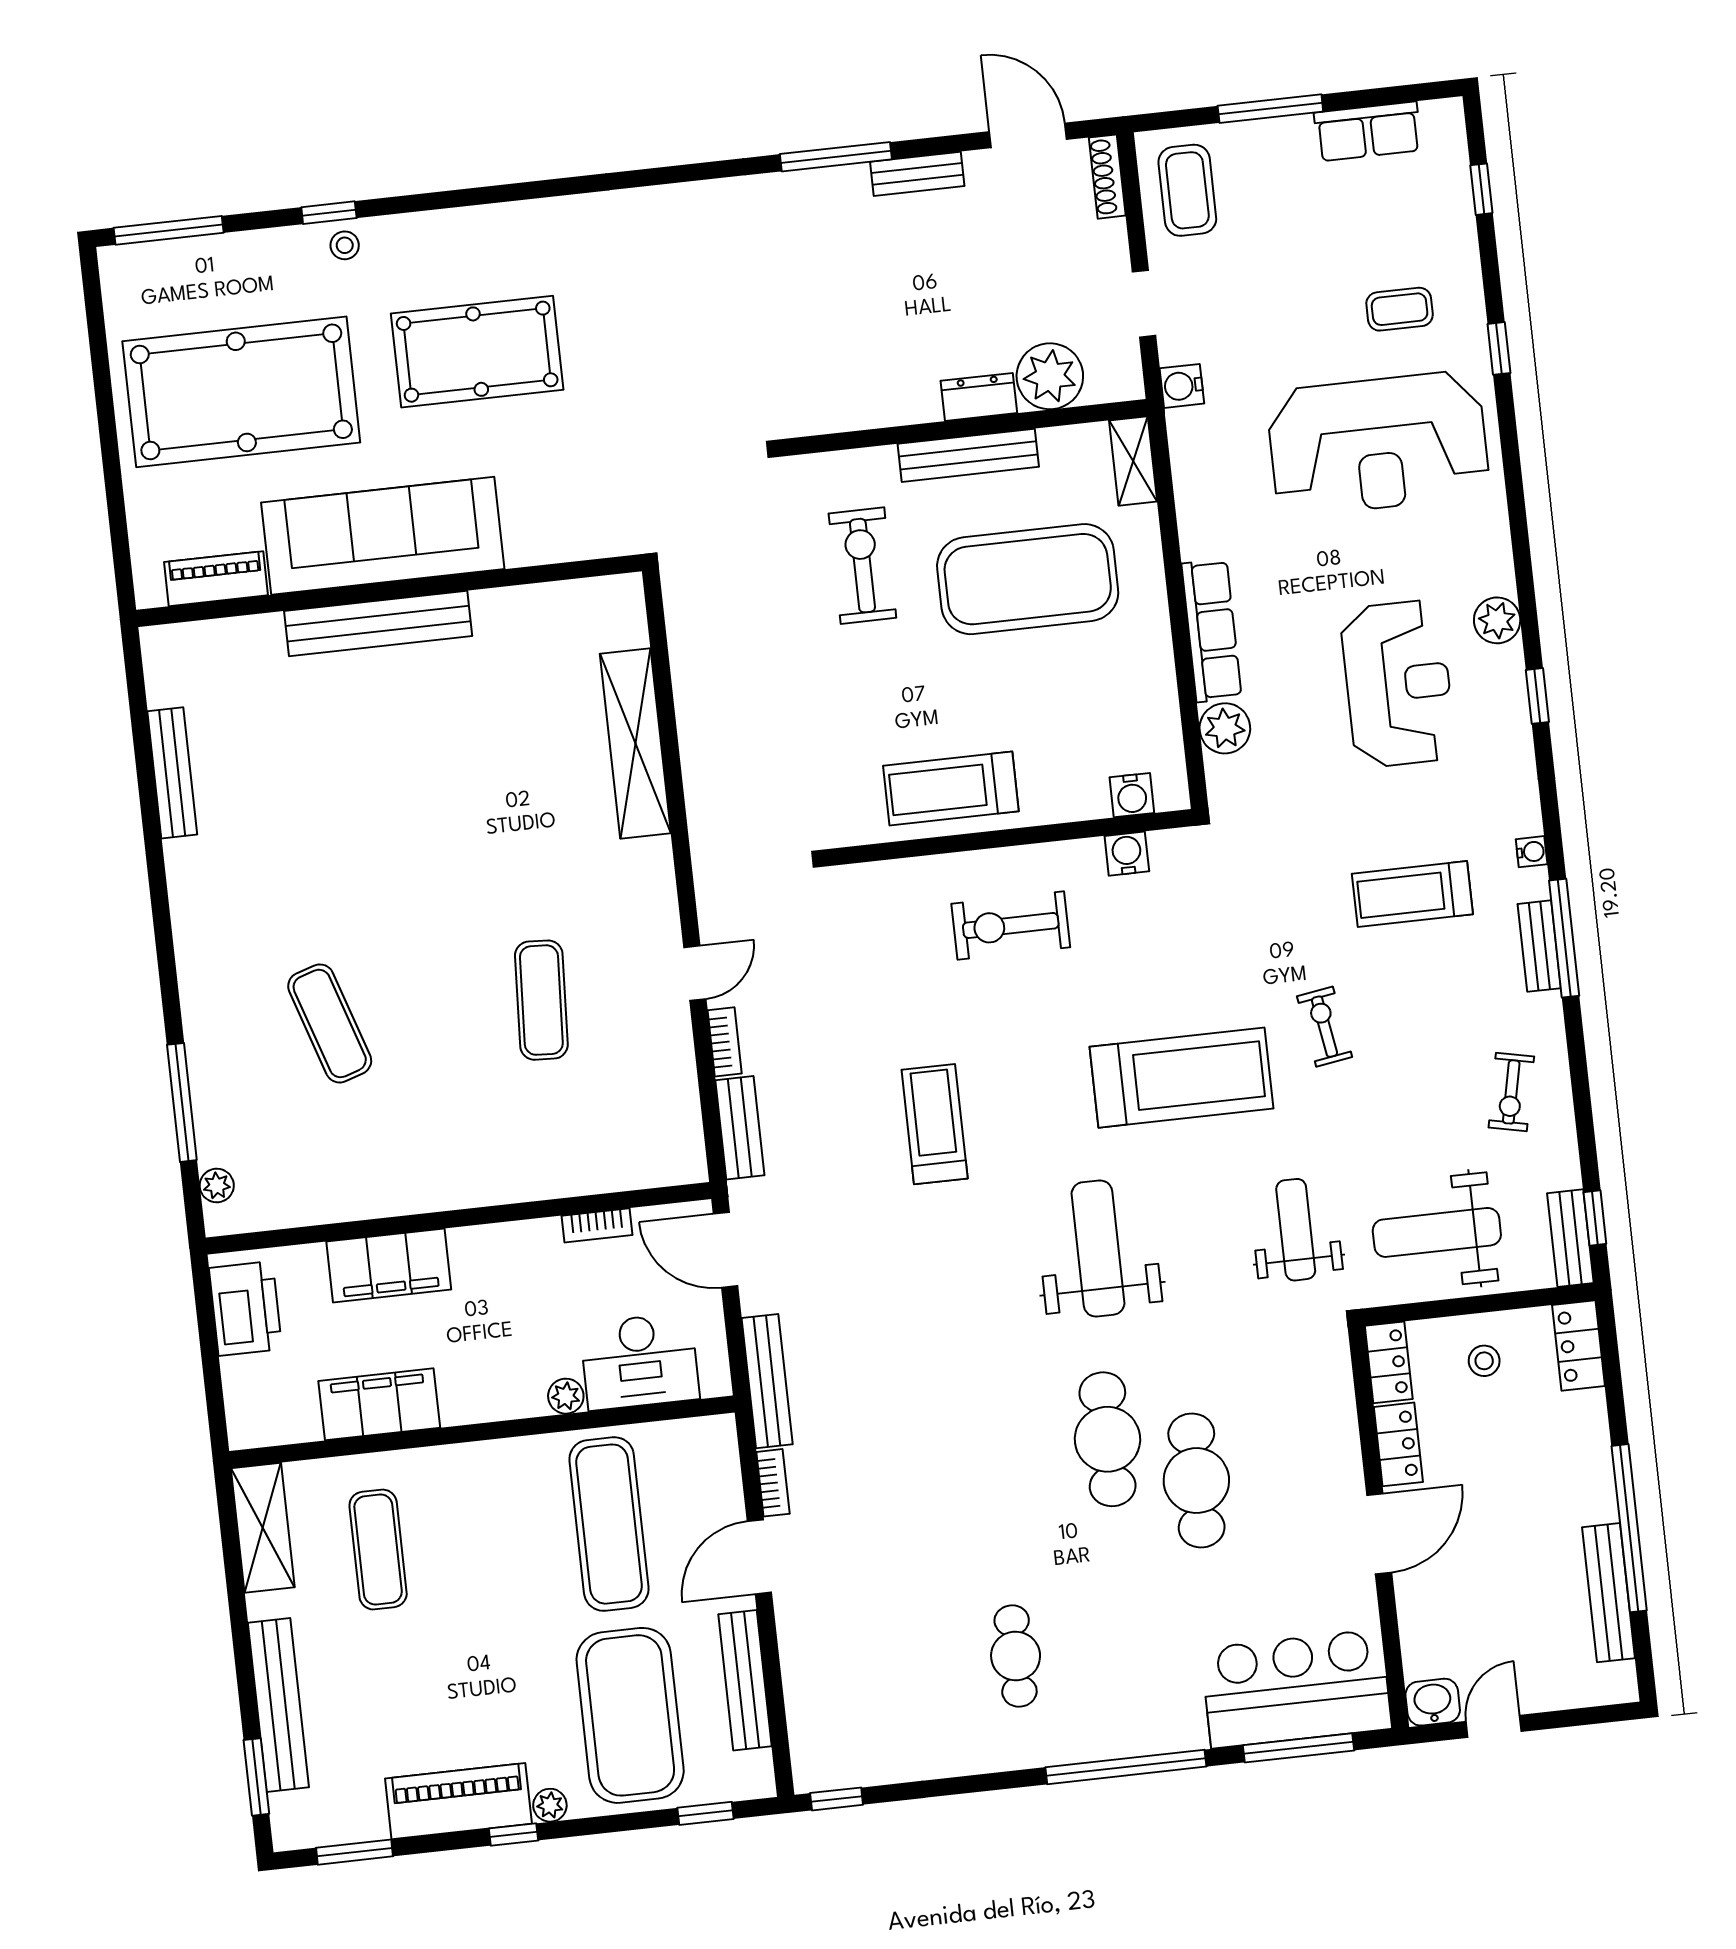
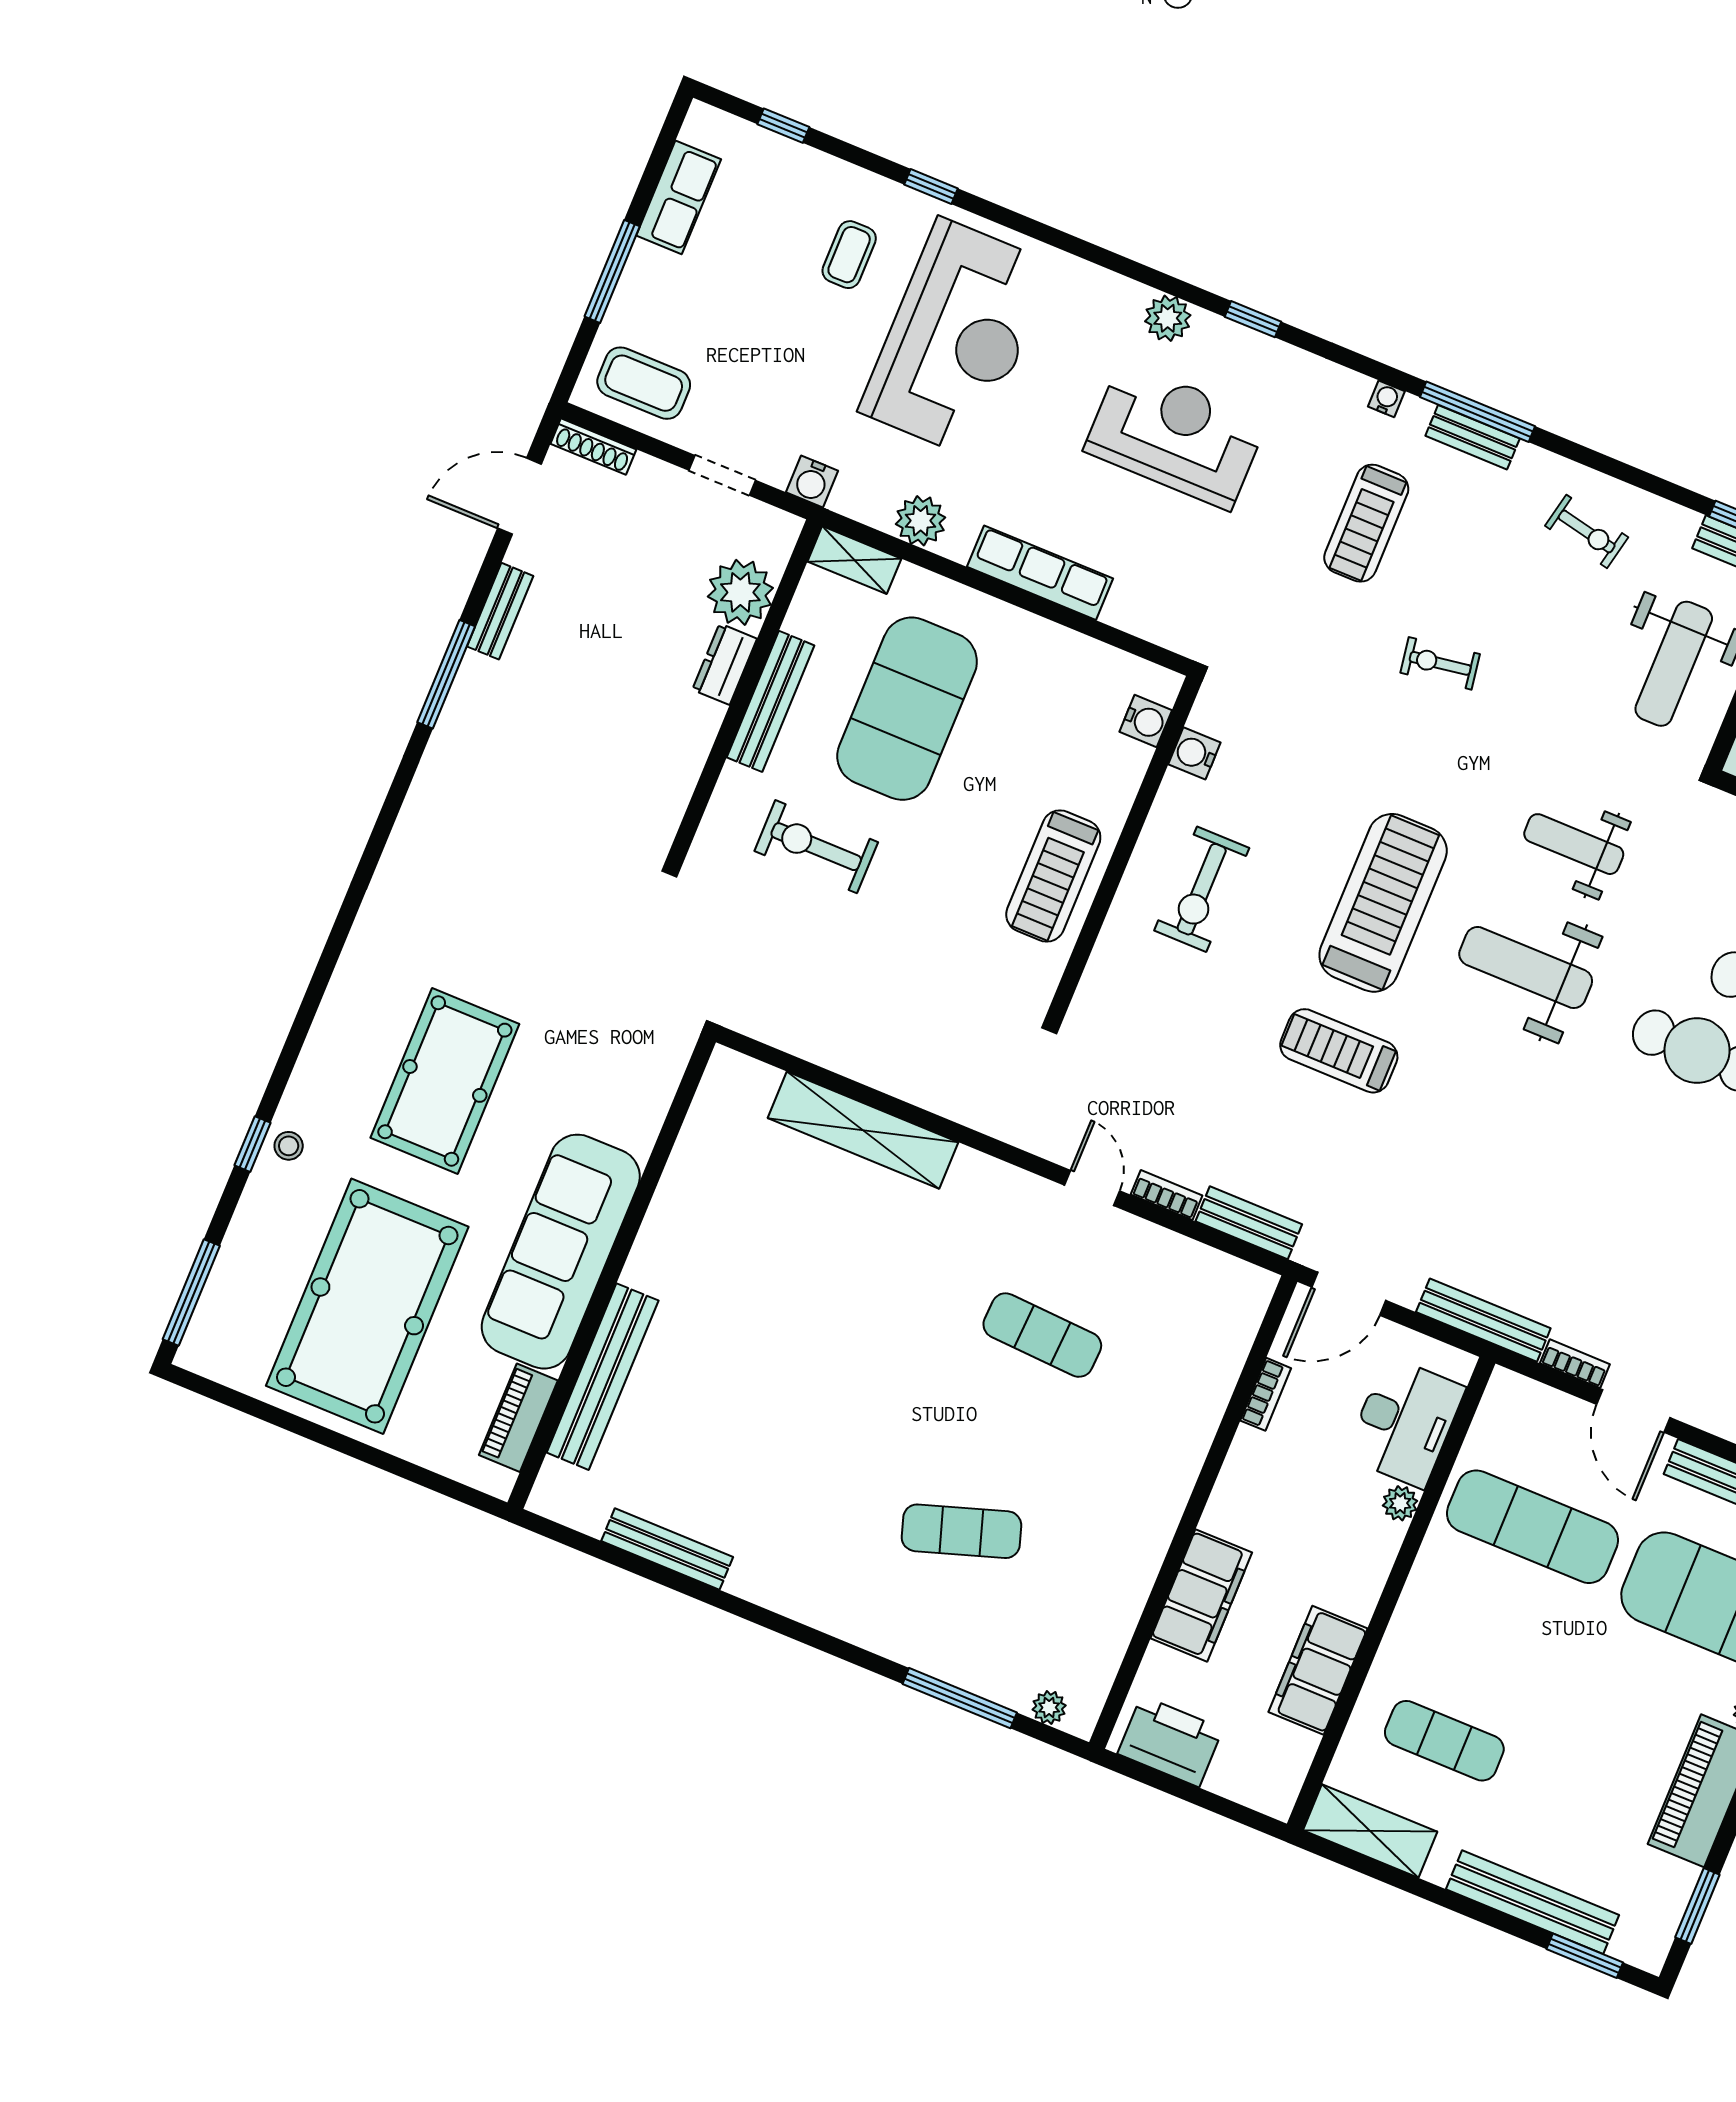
bench: (378, 624) -> (603, 1377), moved
plant: (1225, 728) -> (921, 521), moved
treadmill: (1182, 1078) -> (1383, 903), moved
weight bench: (1296, 1230) -> (1574, 844), moved

